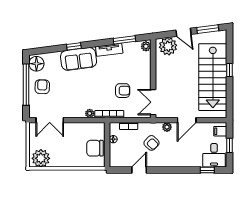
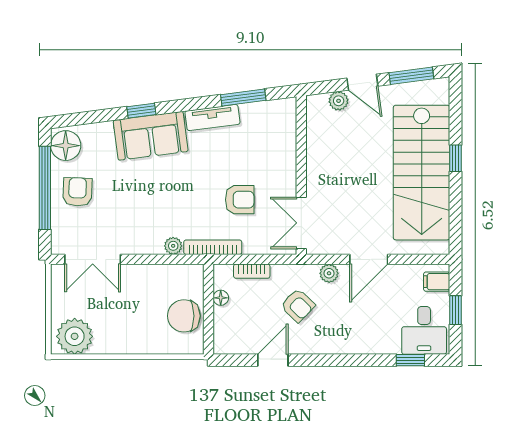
plant: (146, 46) -> (287, 110), removed
plant: (168, 46) -> (339, 101), width x0.53, depth x0.53

